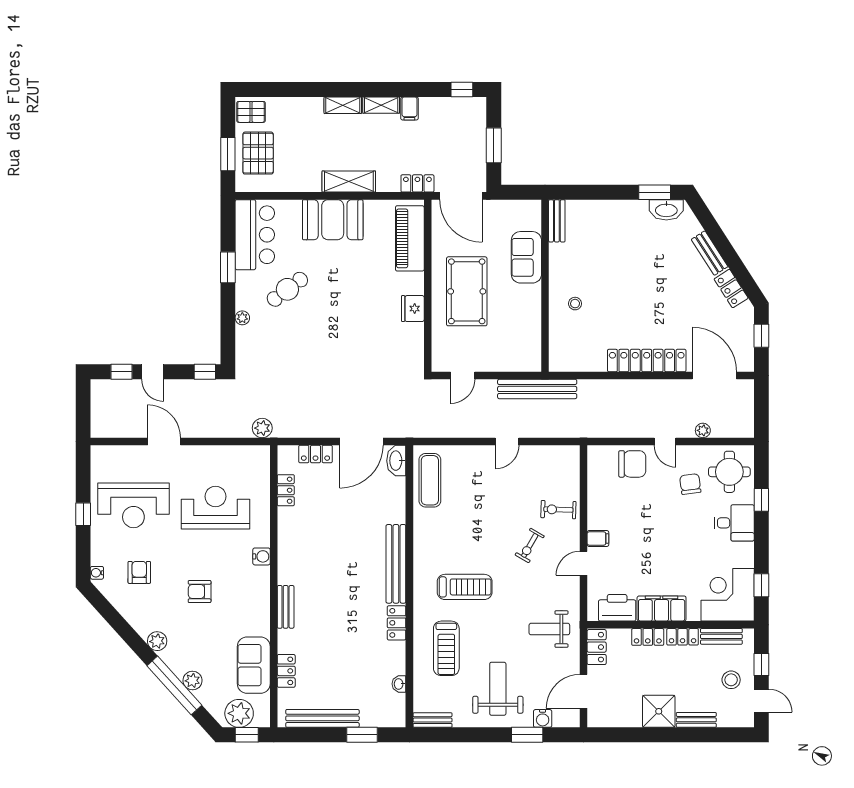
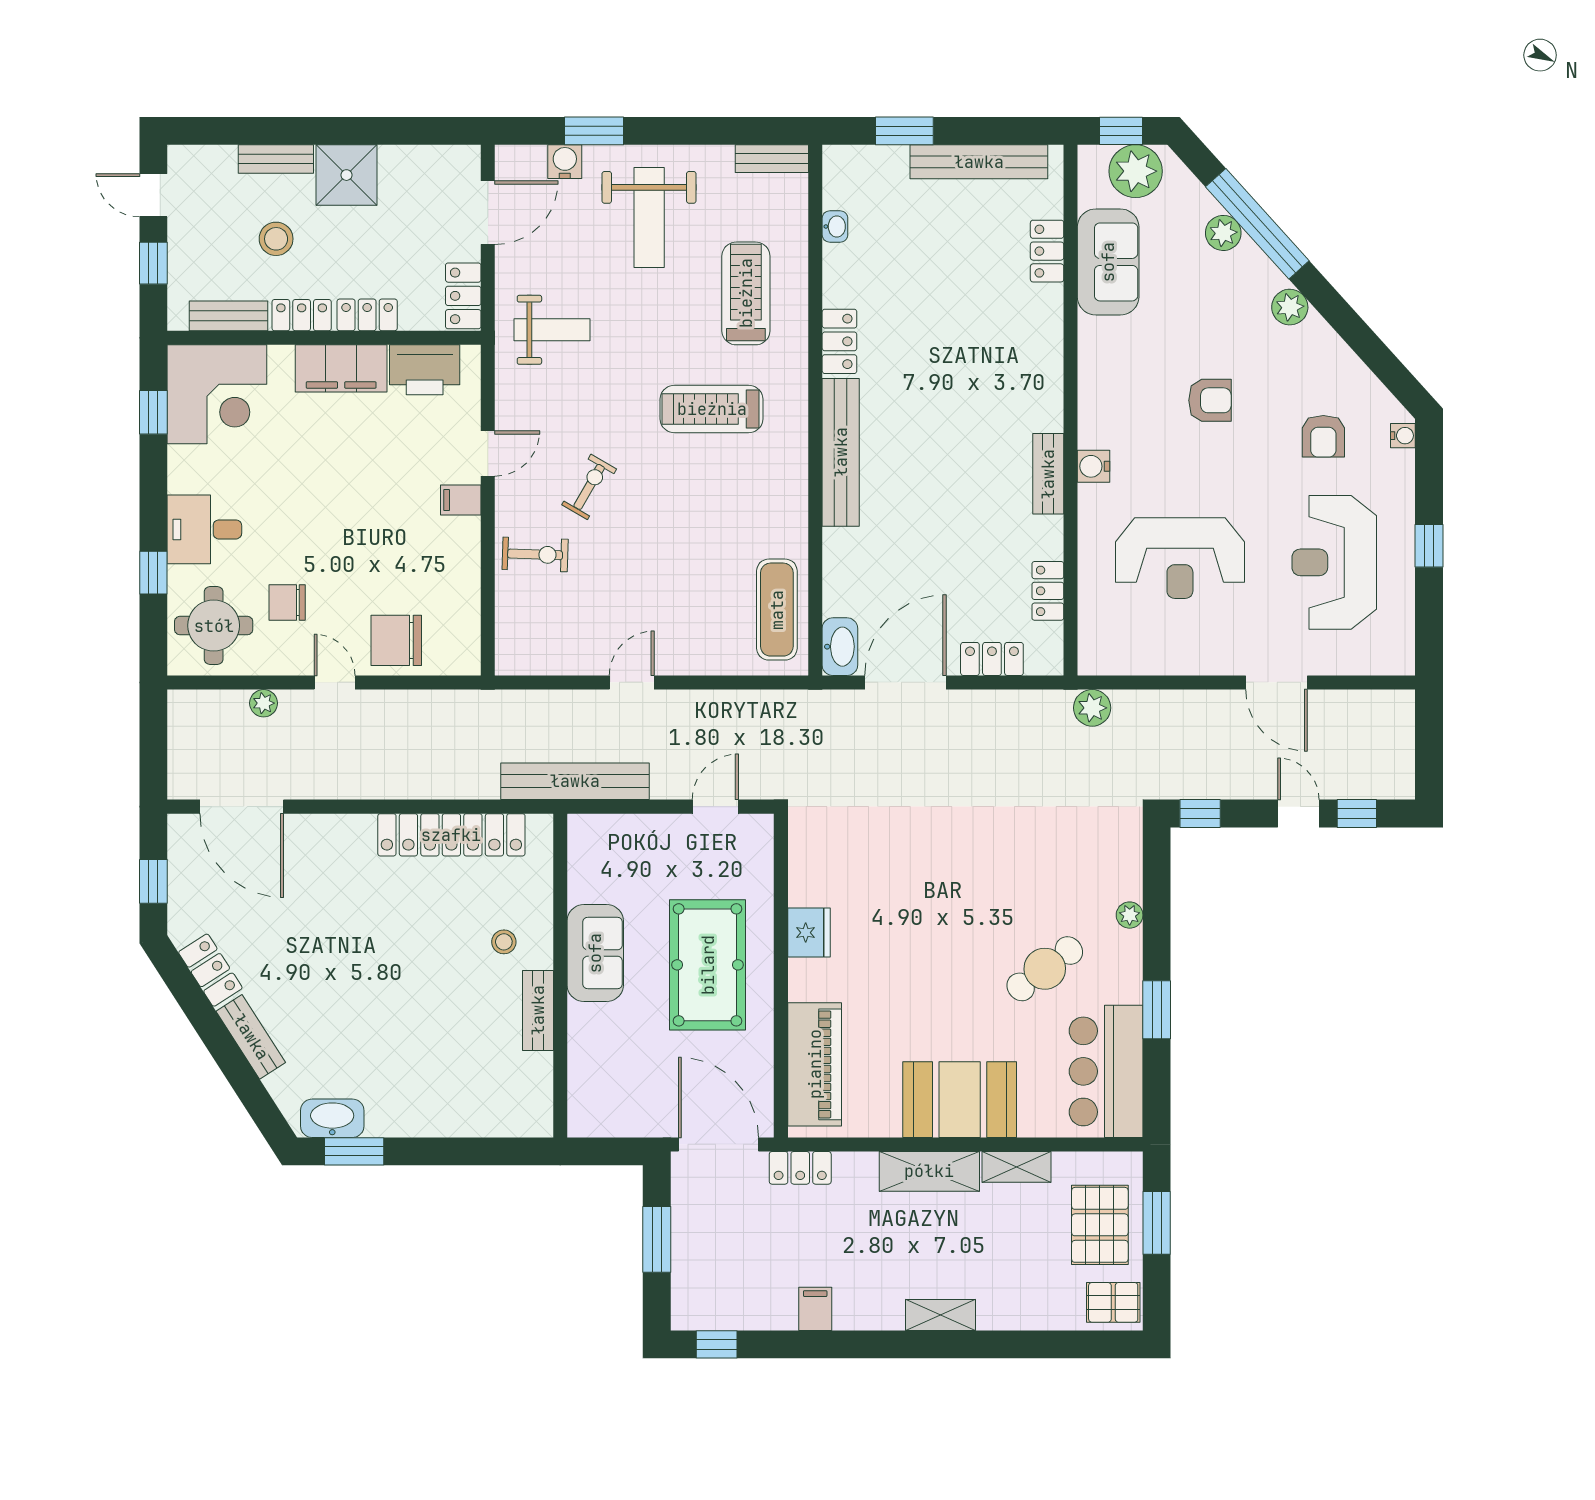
shelving: (381, 105) -> (1016, 1167), moved
bench: (557, 221) -> (538, 1010), moved
sofa: (526, 257) -> (595, 953), moved
locker: (647, 361) -> (451, 835), moved
chair: (690, 484) -> (287, 603), turned 97
reception desk: (133, 505) -> (1334, 562), turned -90
bench: (286, 607) -> (1048, 474), moved
stool: (731, 680) -> (276, 239), moved

